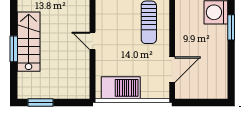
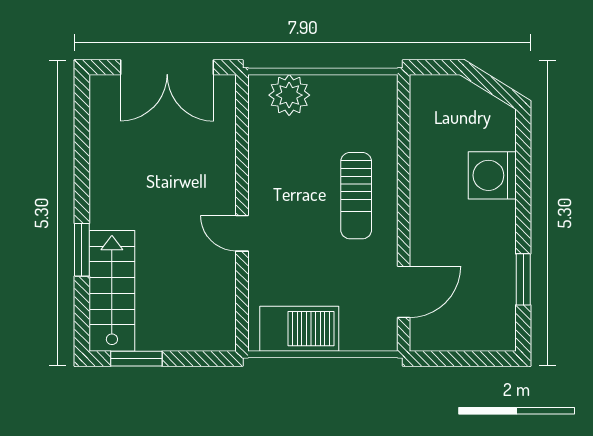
window: (231, 27) -> (523, 279), moved
stairs: (29, 42) -> (112, 291), moved

